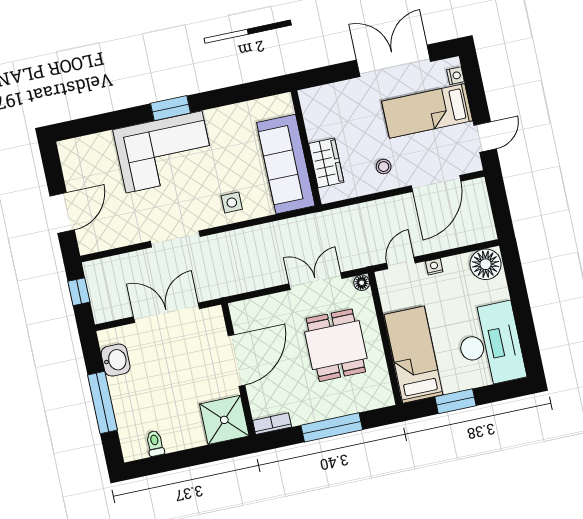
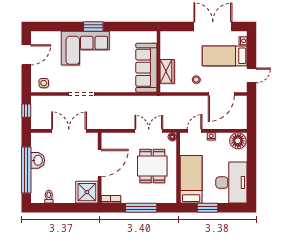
side table: (232, 203) -> (44, 83), moved
door: (62, 213) -> (26, 55), moved
washbasin: (116, 360) -> (38, 160), moved
window: (102, 402) -> (26, 170), width x1.46

